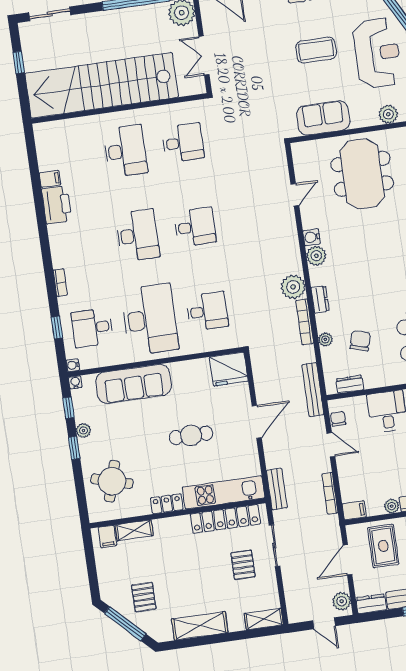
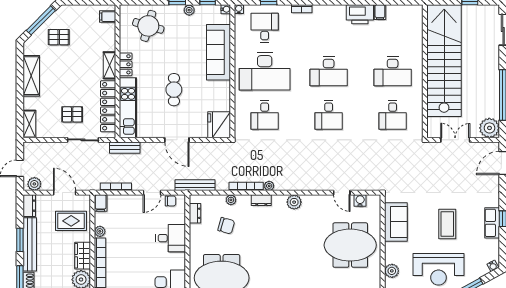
water cooler: (312, 237) -> (360, 201), moved
plant: (293, 287) -> (269, 186), width x0.53, depth x0.53
shelving: (134, 530) -> (109, 65), moved

